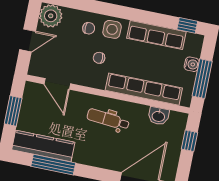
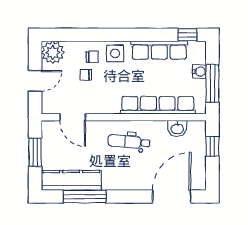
chair: (99, 58) -> (86, 75), moved

